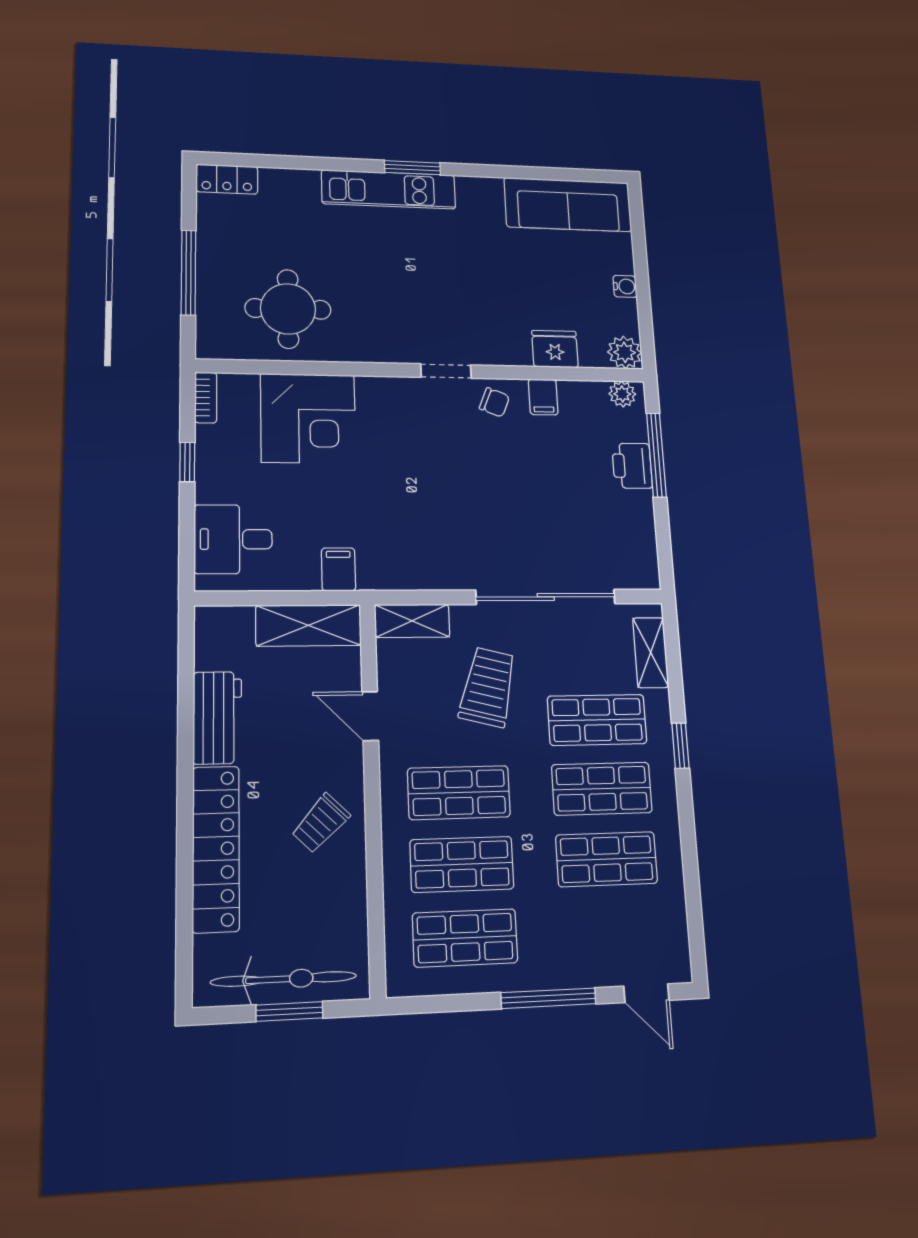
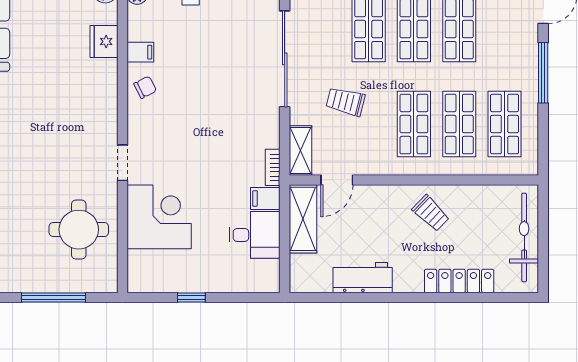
doorway: (446, 371) -> (122, 163), moved
bookcase: (206, 398) -> (273, 167), moved, turned -90
chair: (494, 402) -> (145, 87), turned 41
desk: (233, 539) -> (255, 235), moved, turned -90
trolley: (488, 687) -> (346, 102), width x0.73, depth x0.72
door: (370, 716) -> (337, 180), moved
locker: (216, 849) -> (459, 281), width x0.71, depth x0.83
window: (290, 1011) -> (543, 234), removed

